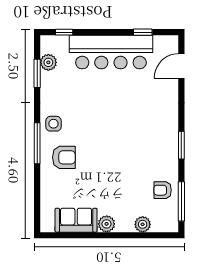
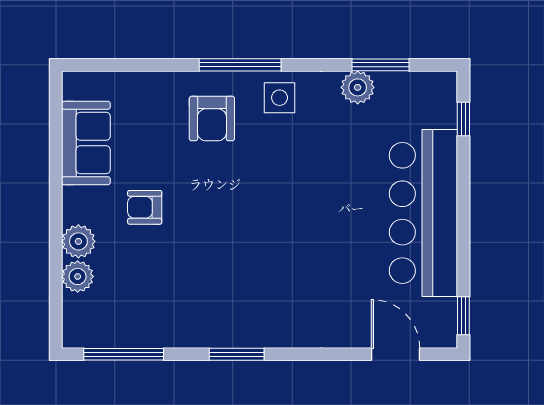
window: (143, 32) -> (463, 316), moved
plant: (48, 62) -> (358, 87), moved
armchair: (163, 190) -> (145, 207), moved, turned -90
plant: (107, 224) -> (78, 241), moved

